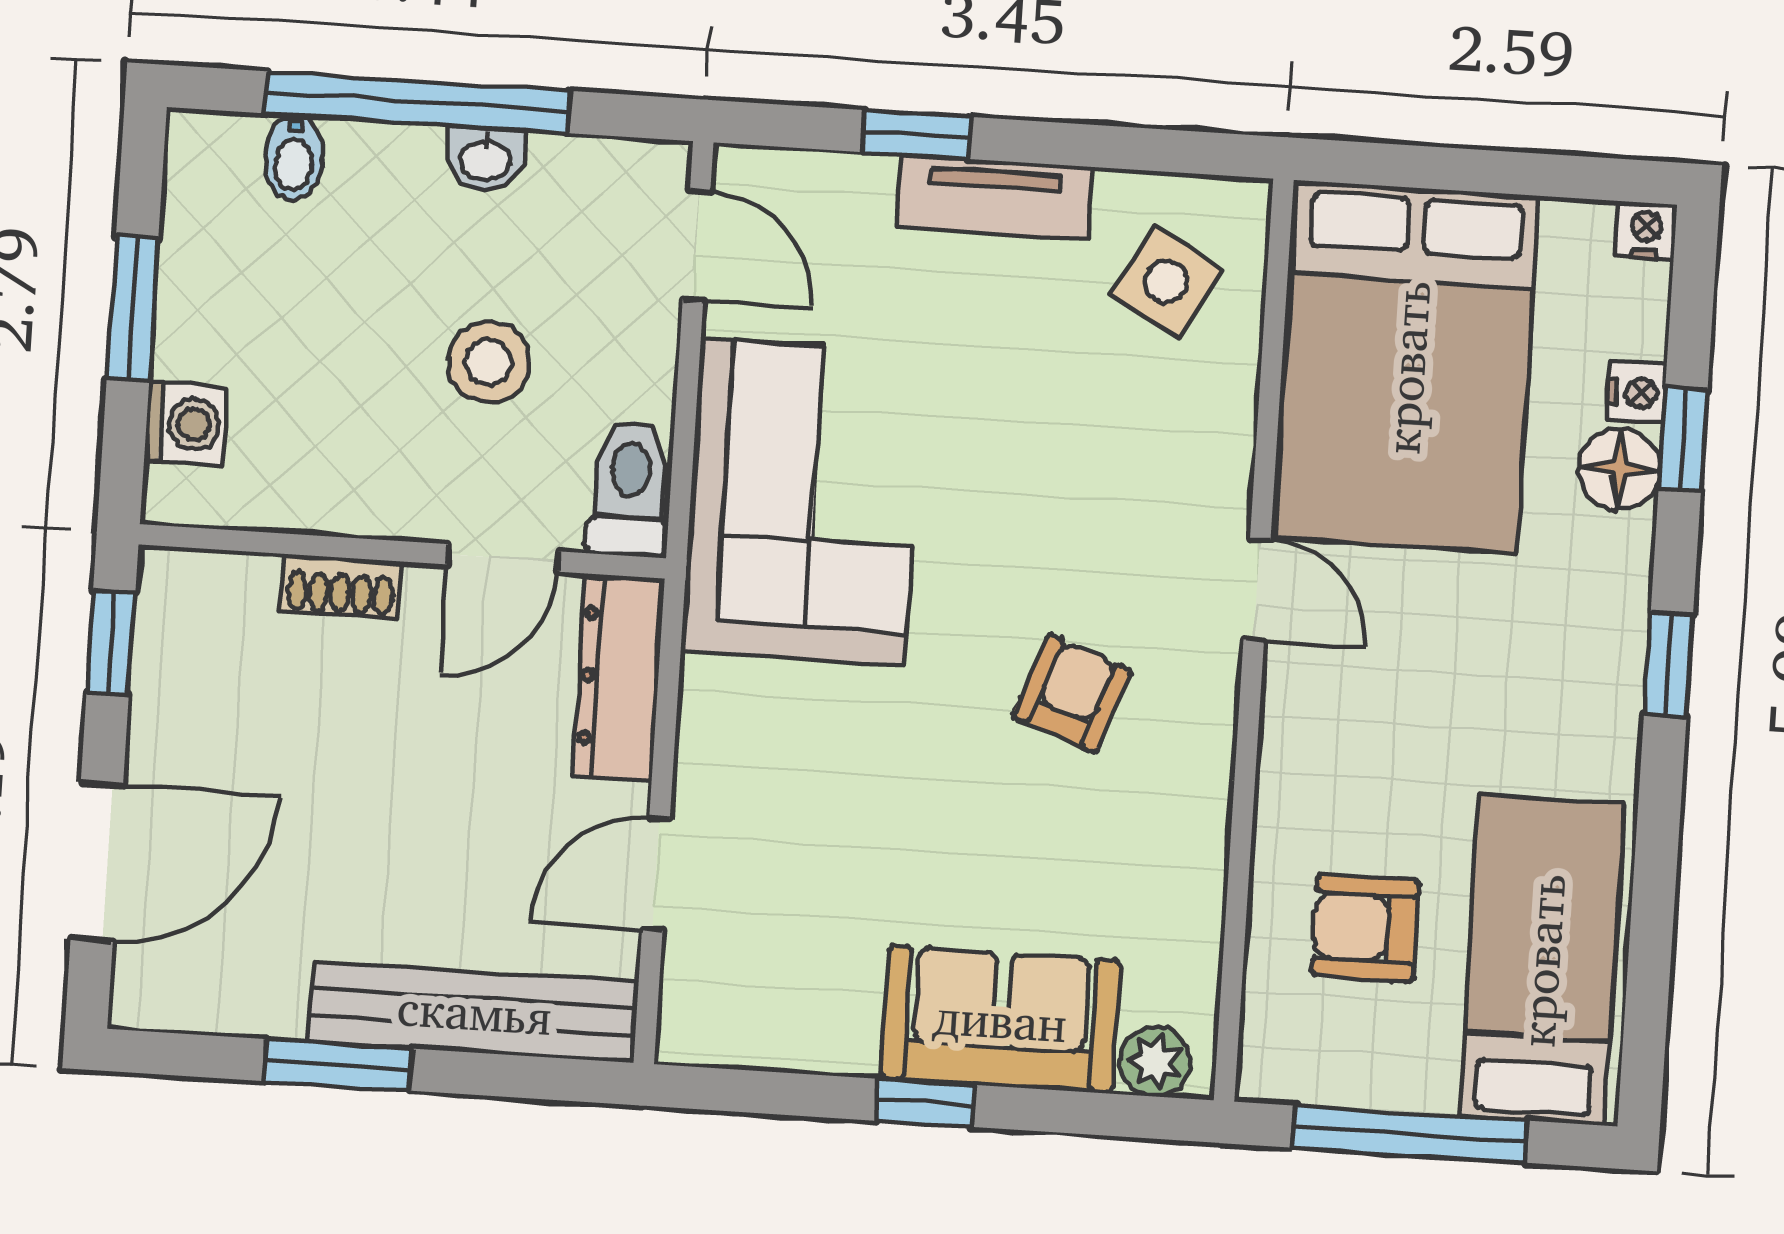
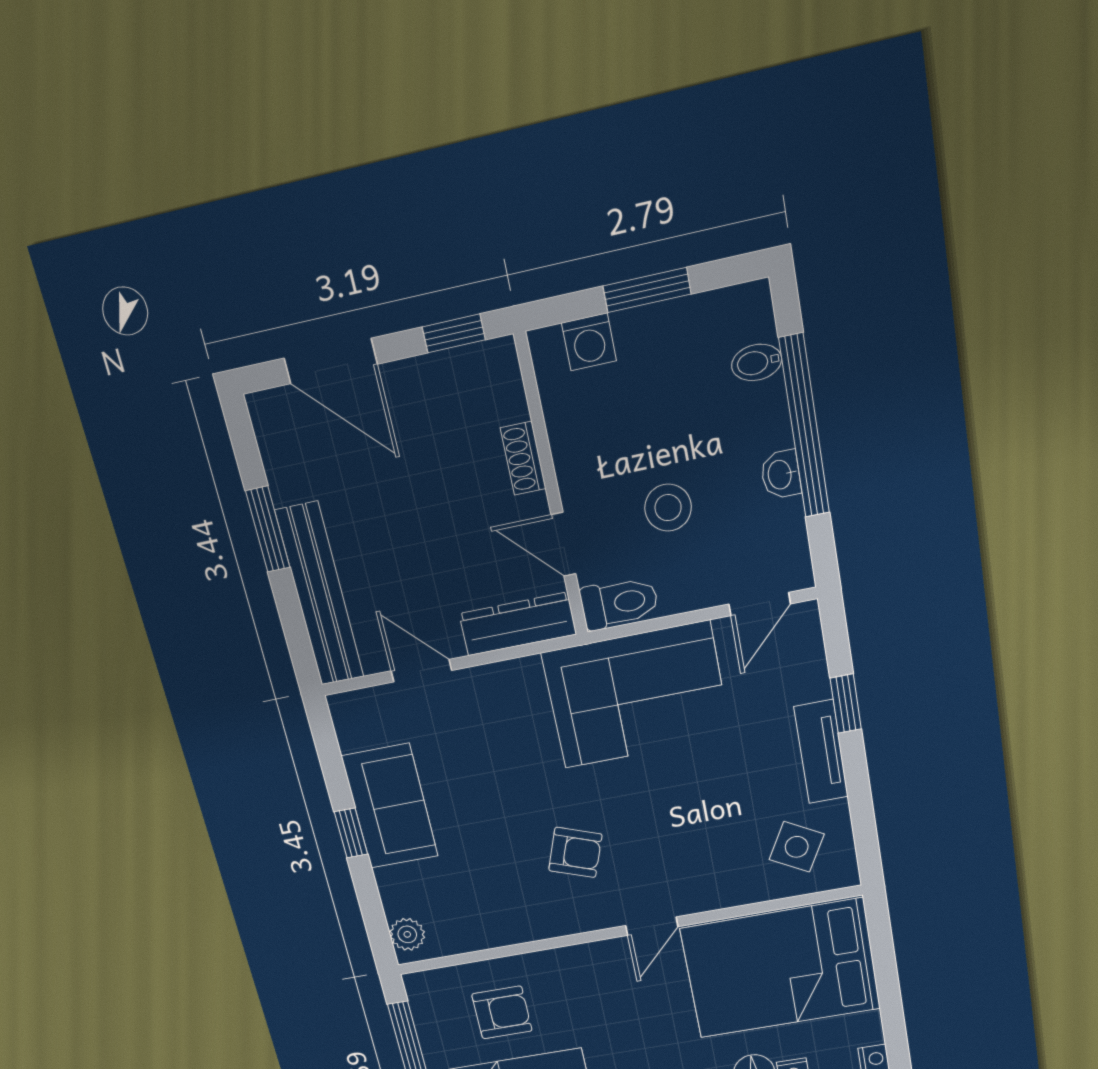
armchair: (1365, 928) -> (502, 1012), turned 90
sofa: (1000, 1020) -> (390, 806), moved

